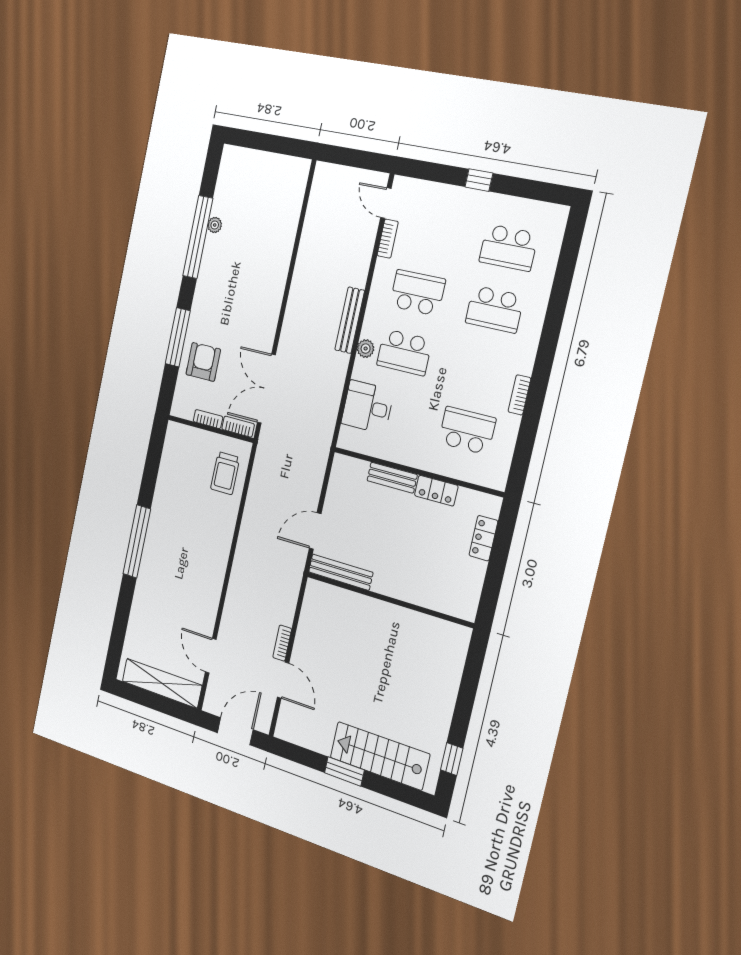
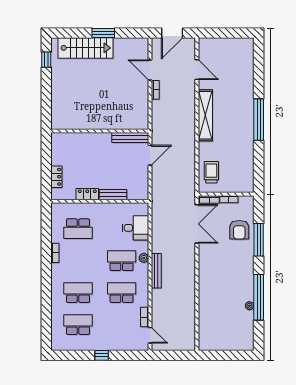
school desk: (417, 293) -> (122, 293), turned 180
shelving: (162, 683) -> (205, 115), moved, turned 90

